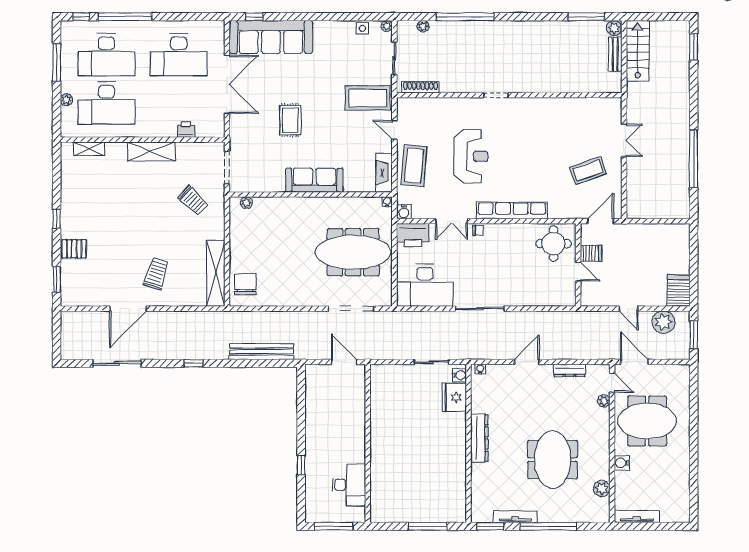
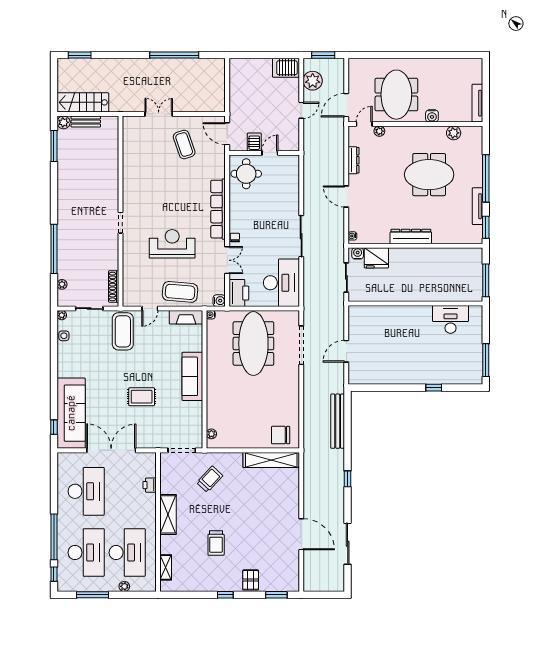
trolley: (156, 274) -> (216, 543), moved, turned -107
wall: (368, 443) -> (415, 304), moved
desk: (349, 485) -> (450, 319), moved

